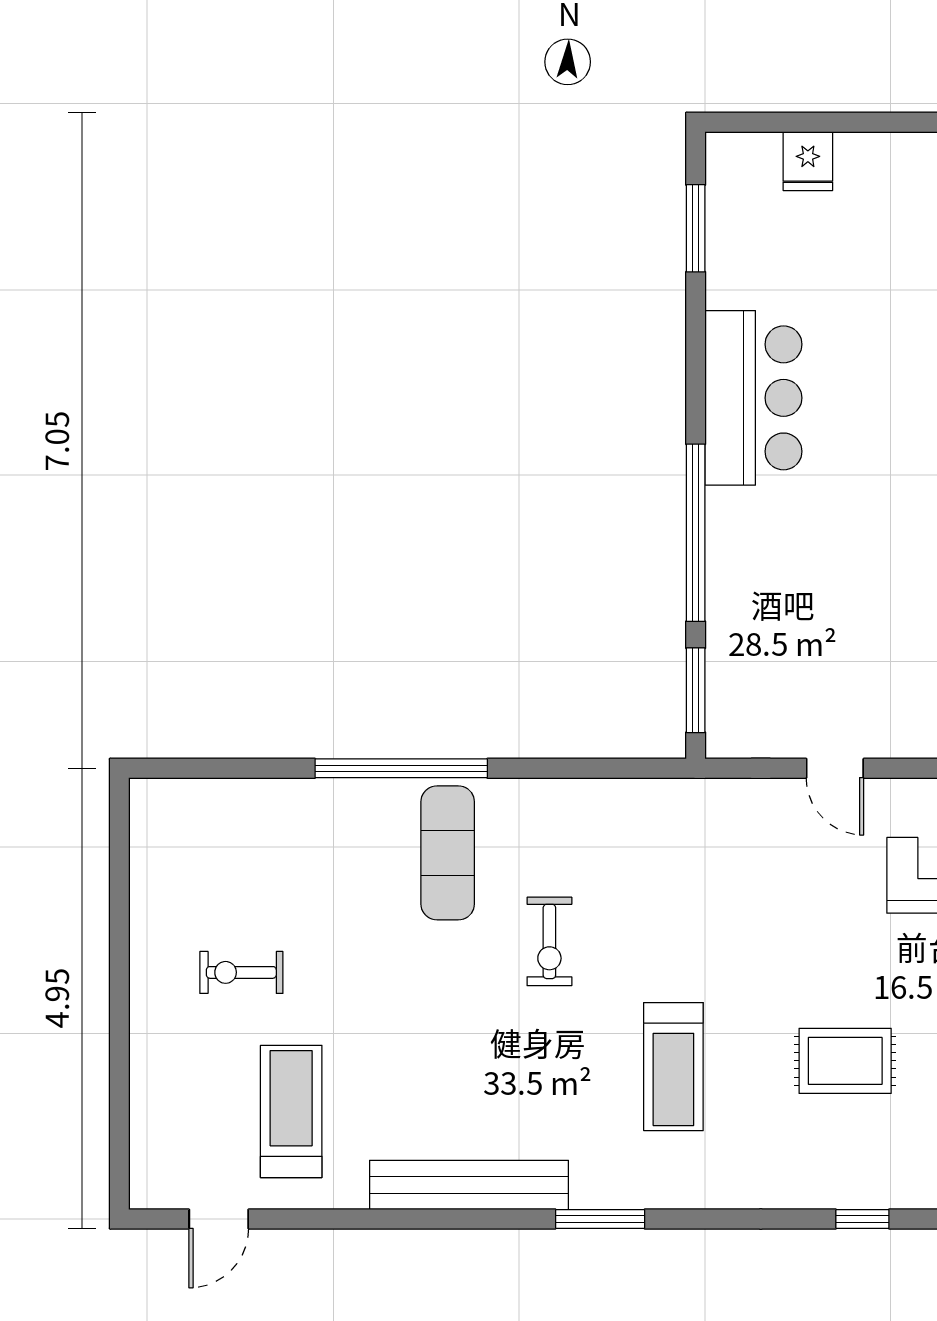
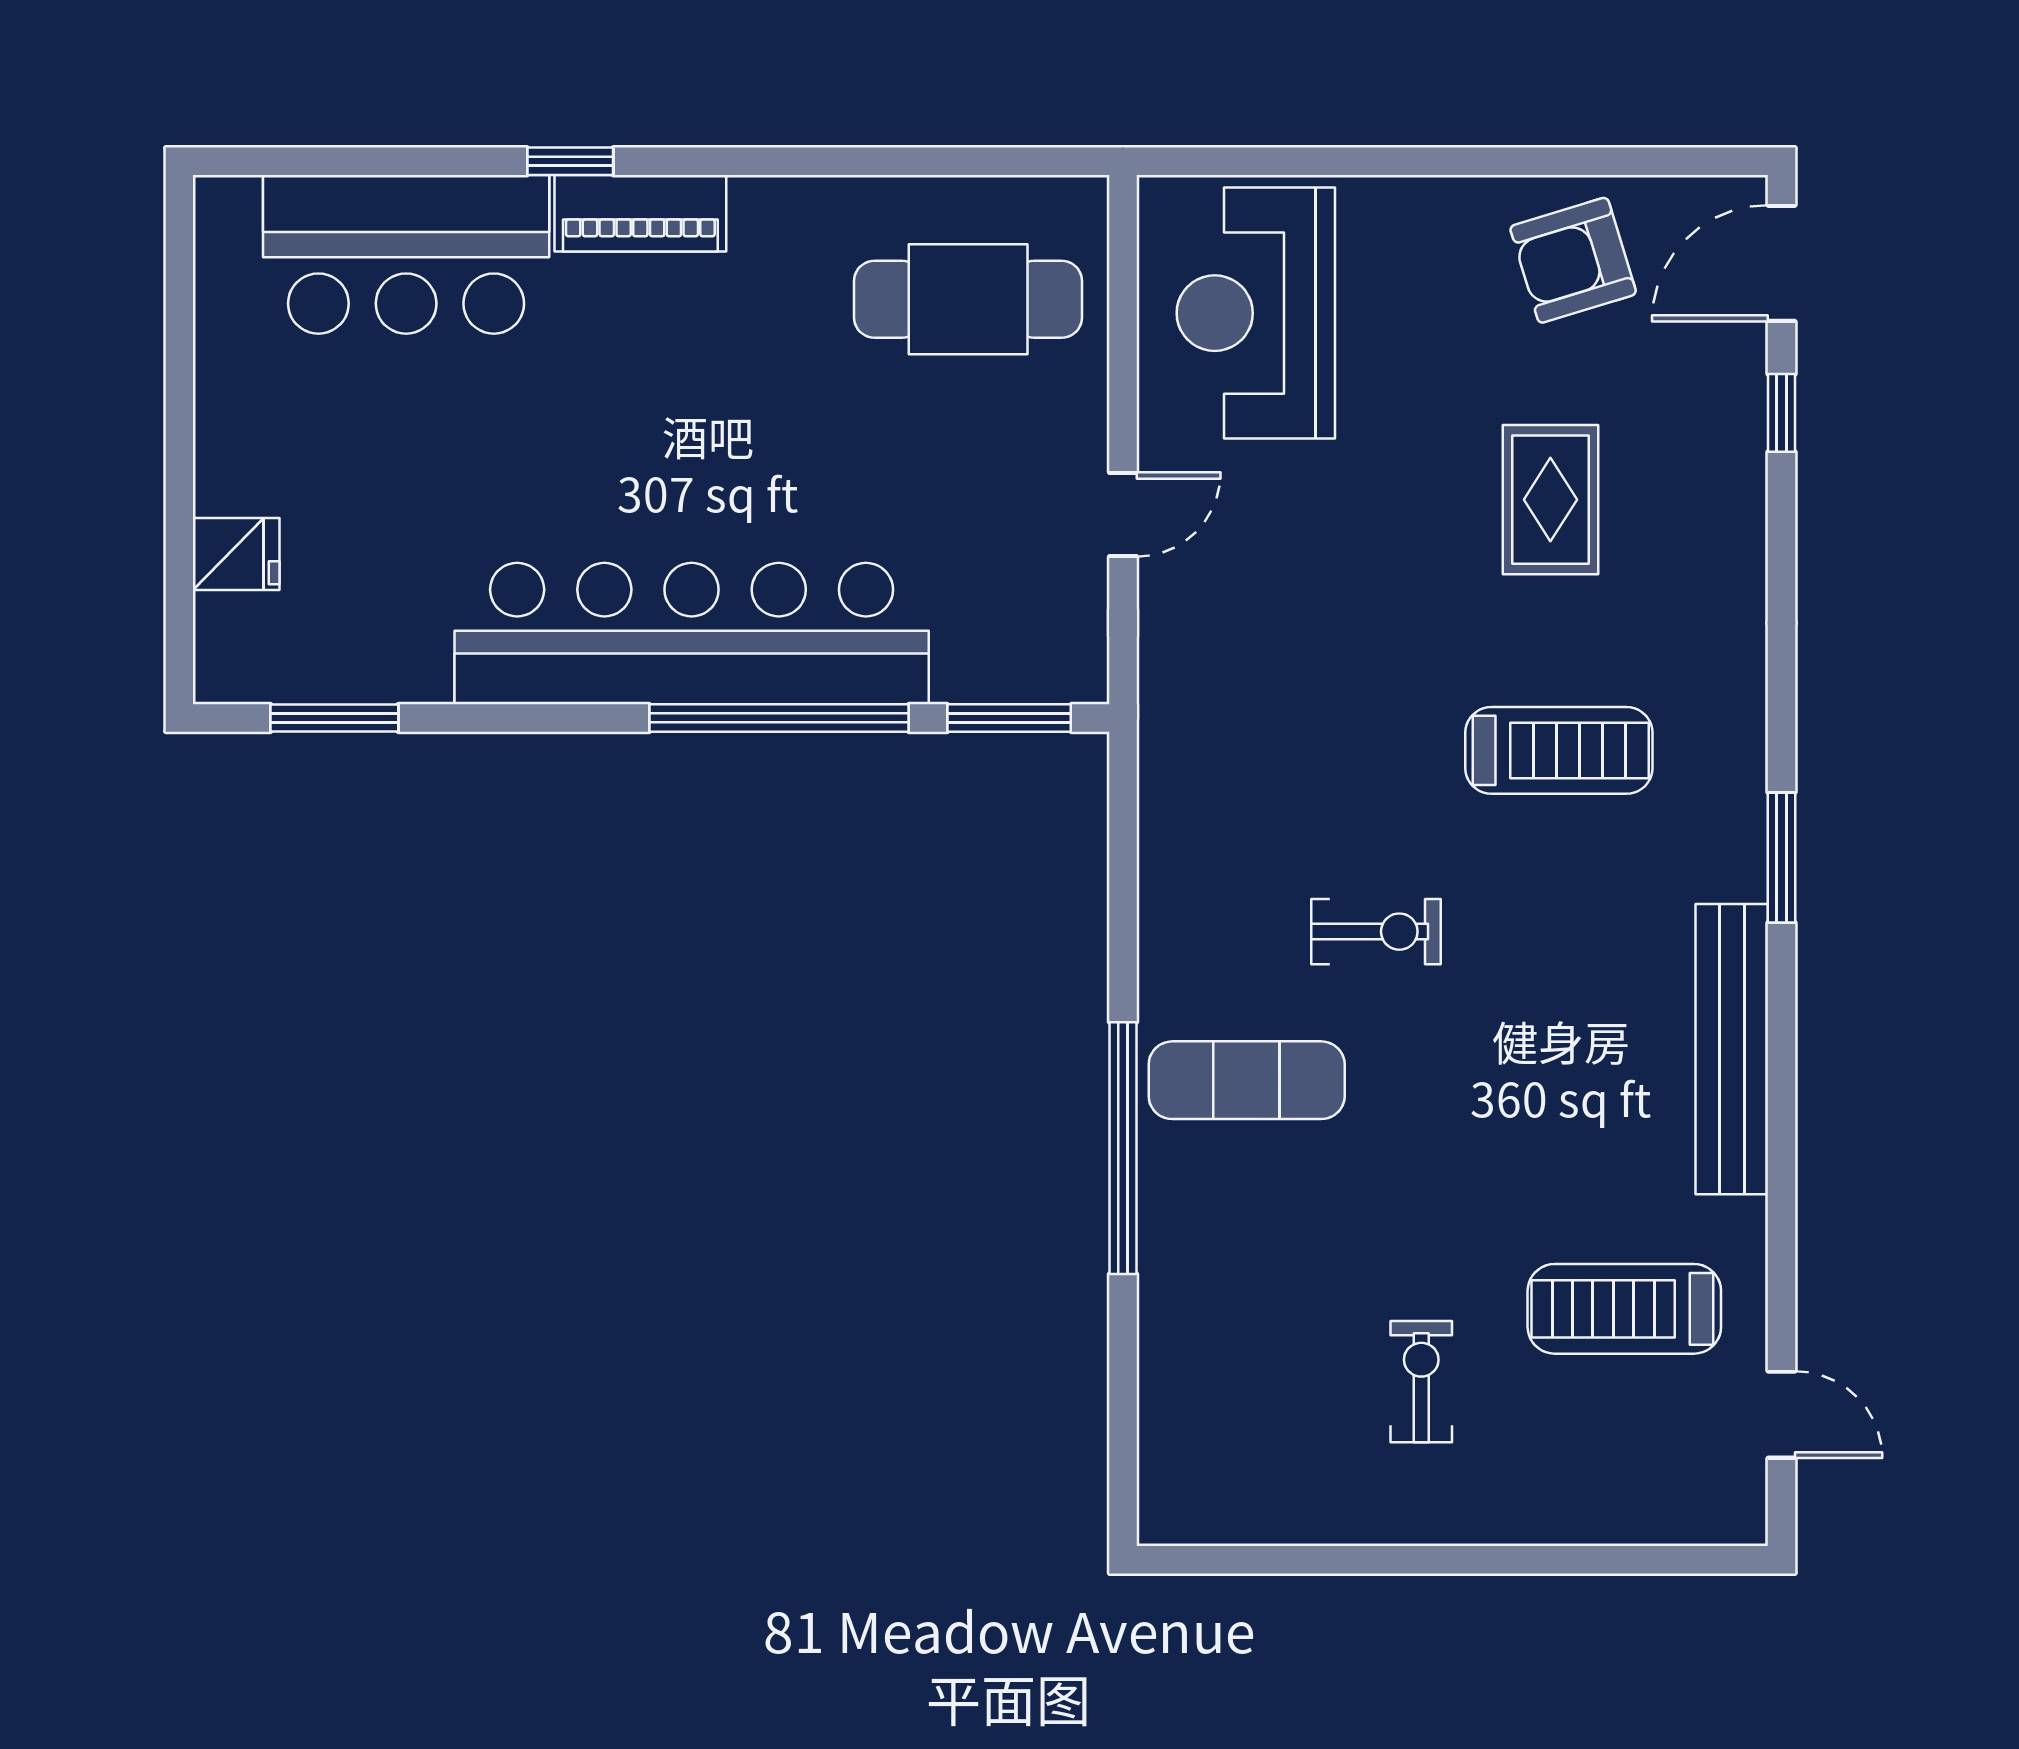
bar counter: (753, 398) -> (692, 634), width x1.86
exercise bike: (241, 972) -> (1421, 1382), turned 180
window: (862, 1219) -> (1782, 413), moved

